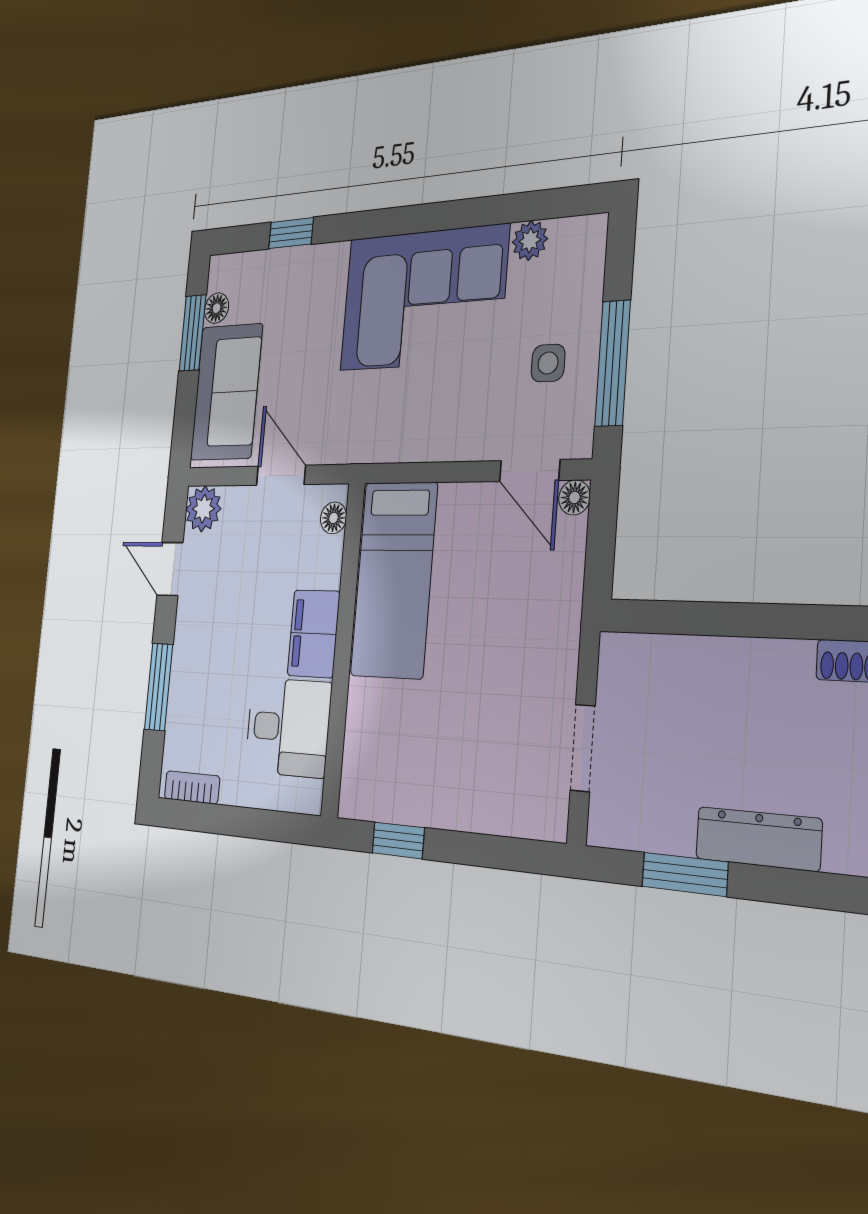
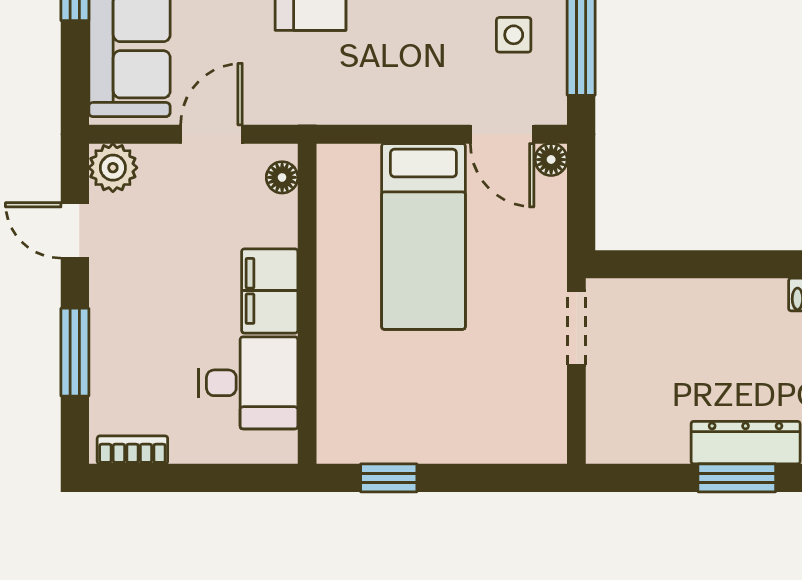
door: (281, 475) -> (211, 134), hinge flipped
bed: (394, 579) -> (423, 236), moved
doorway: (583, 748) -> (576, 328), moved
window: (685, 874) -> (737, 478), moved

